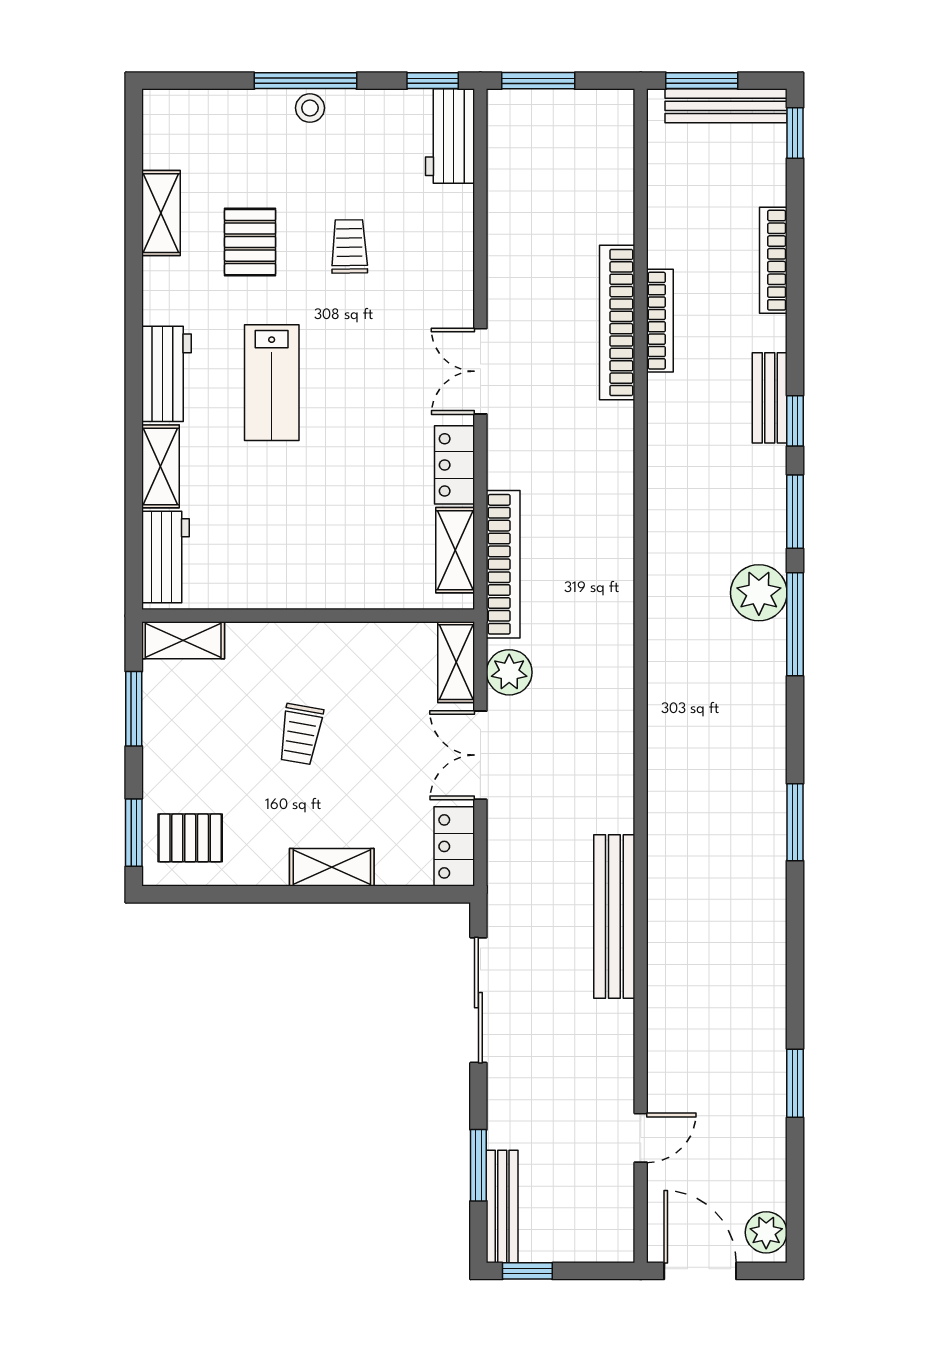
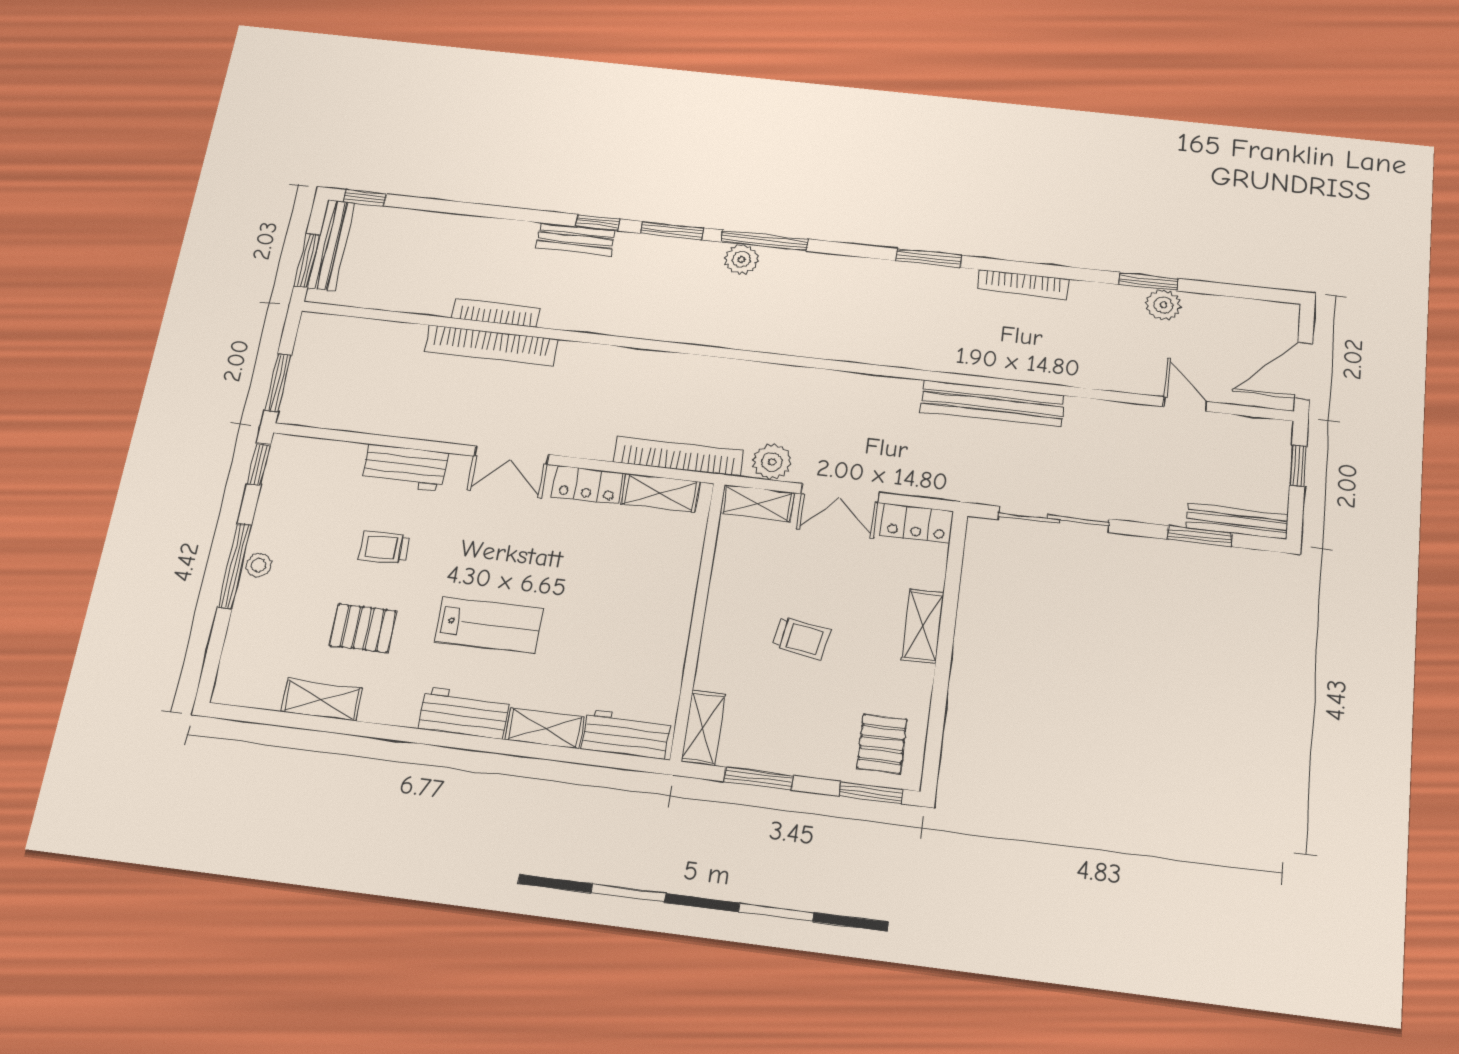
workbench: (450, 136) -> (405, 467), moved
bookcase: (773, 260) -> (1023, 284), moved
plant: (759, 593) -> (741, 259), width x0.73, depth x0.73
plant: (766, 1232) -> (1163, 305), moved
window: (527, 1271) -> (1298, 466), moved

